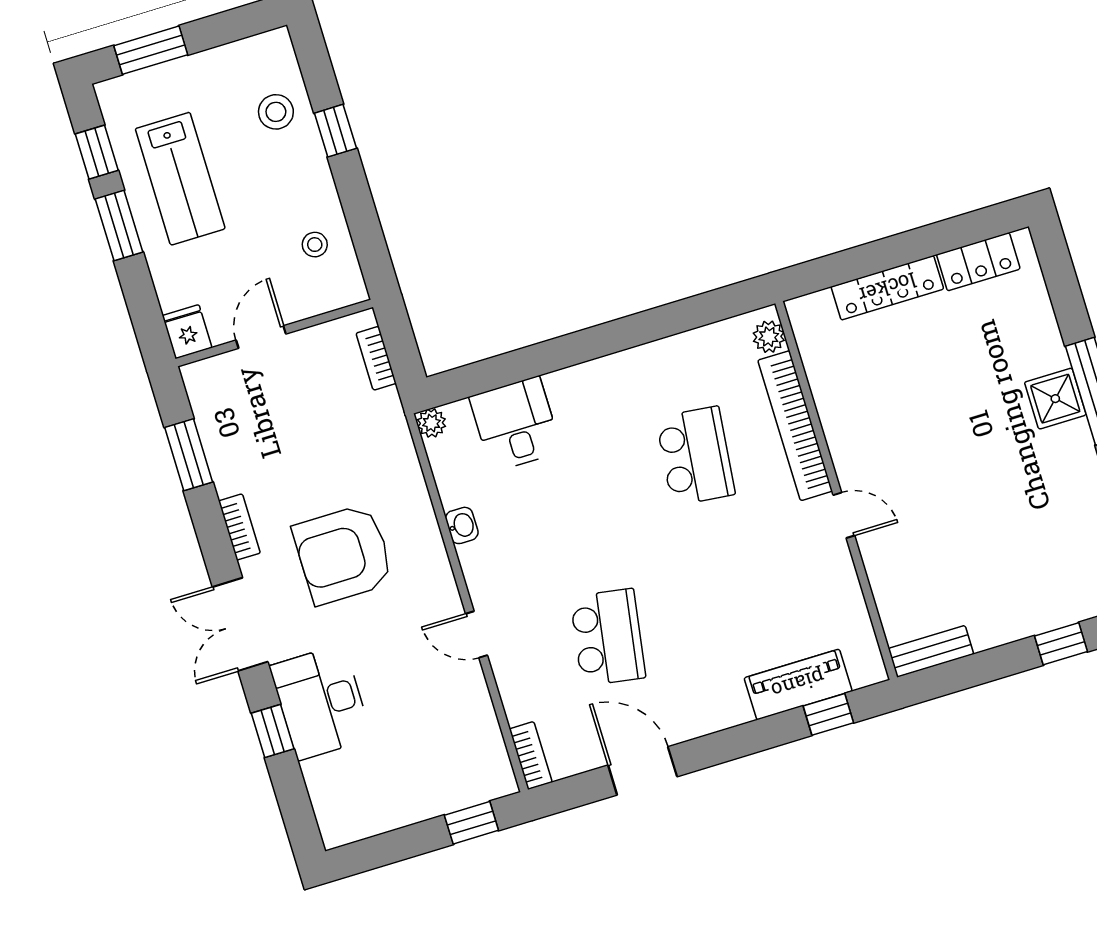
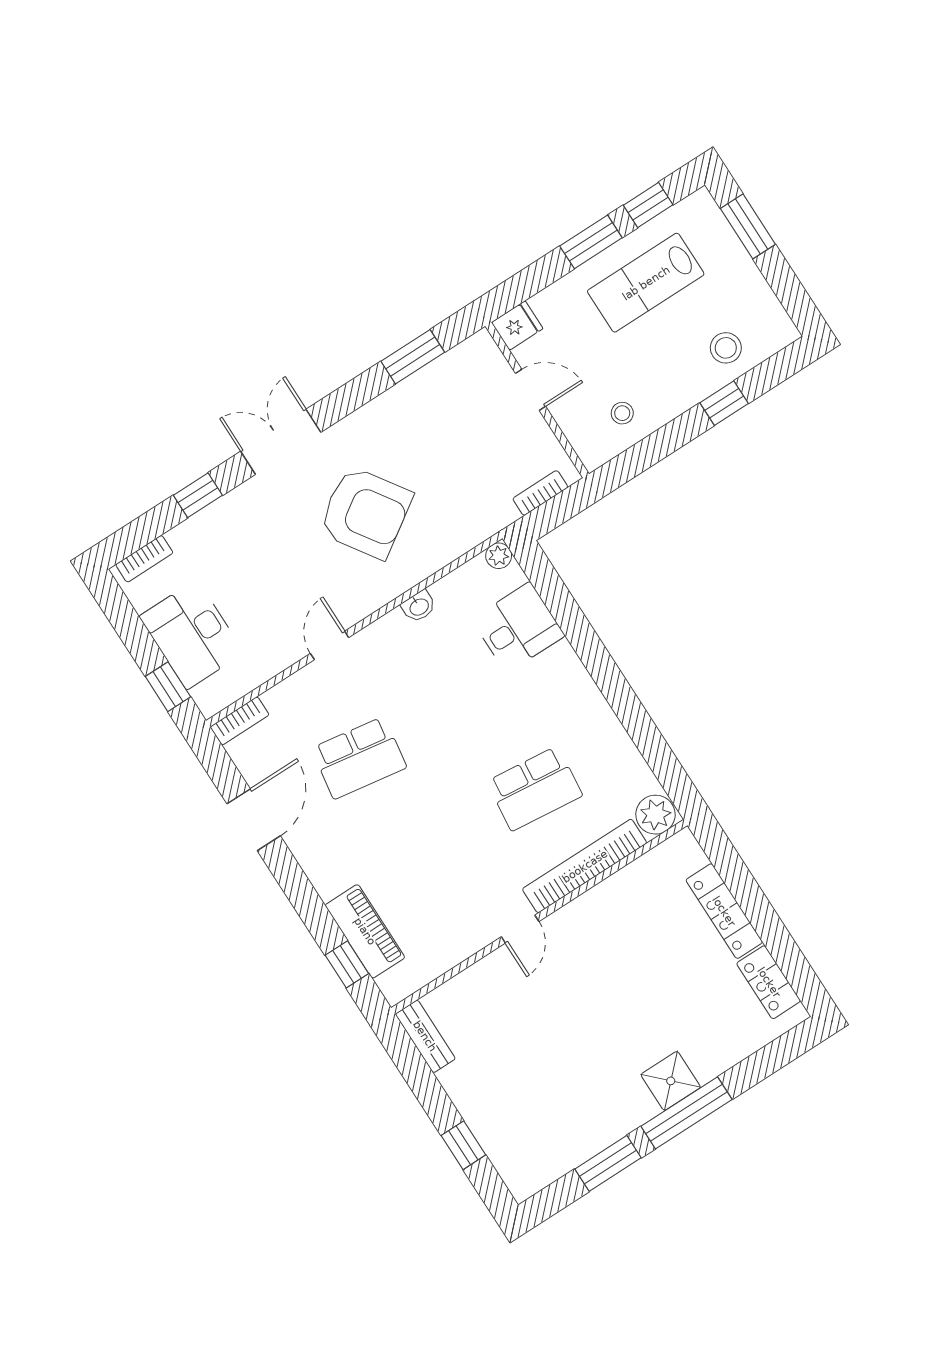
plant: (769, 337) -> (655, 815), width x1.38, depth x1.38
bookcase: (239, 527) -> (144, 559), moved
armchair: (343, 554) -> (365, 513), turned 146
desk: (321, 702) -> (192, 635), moved, turned -90

